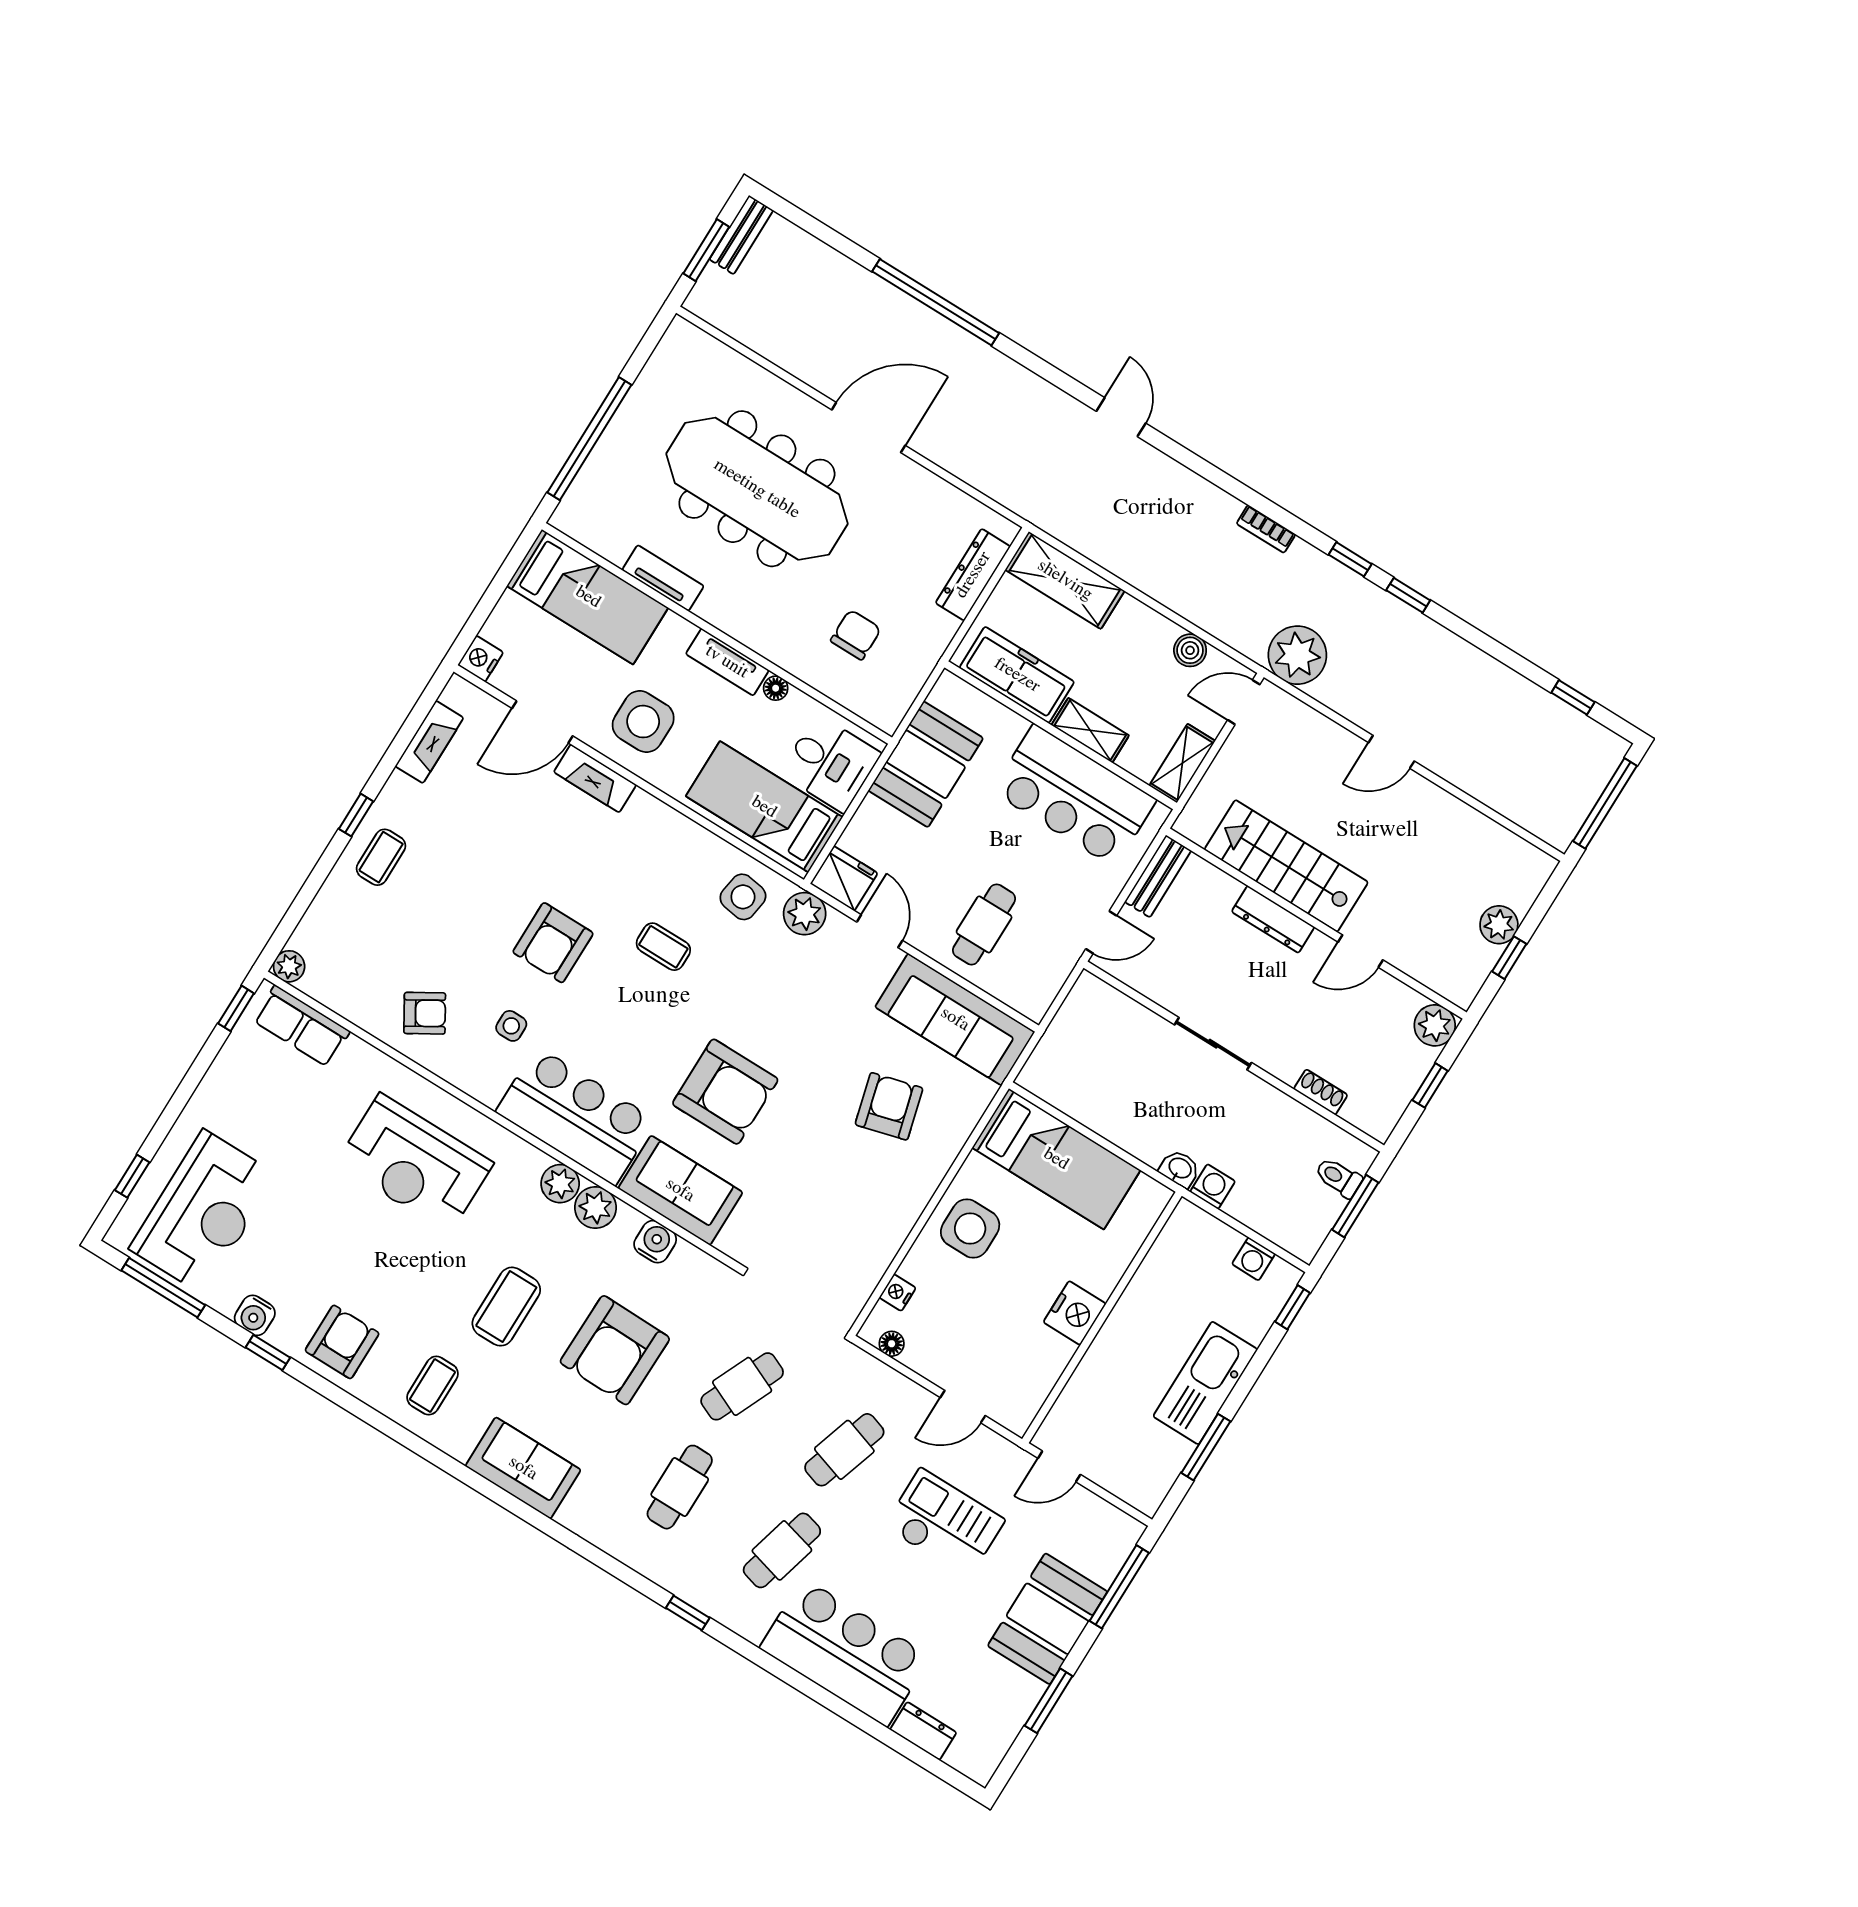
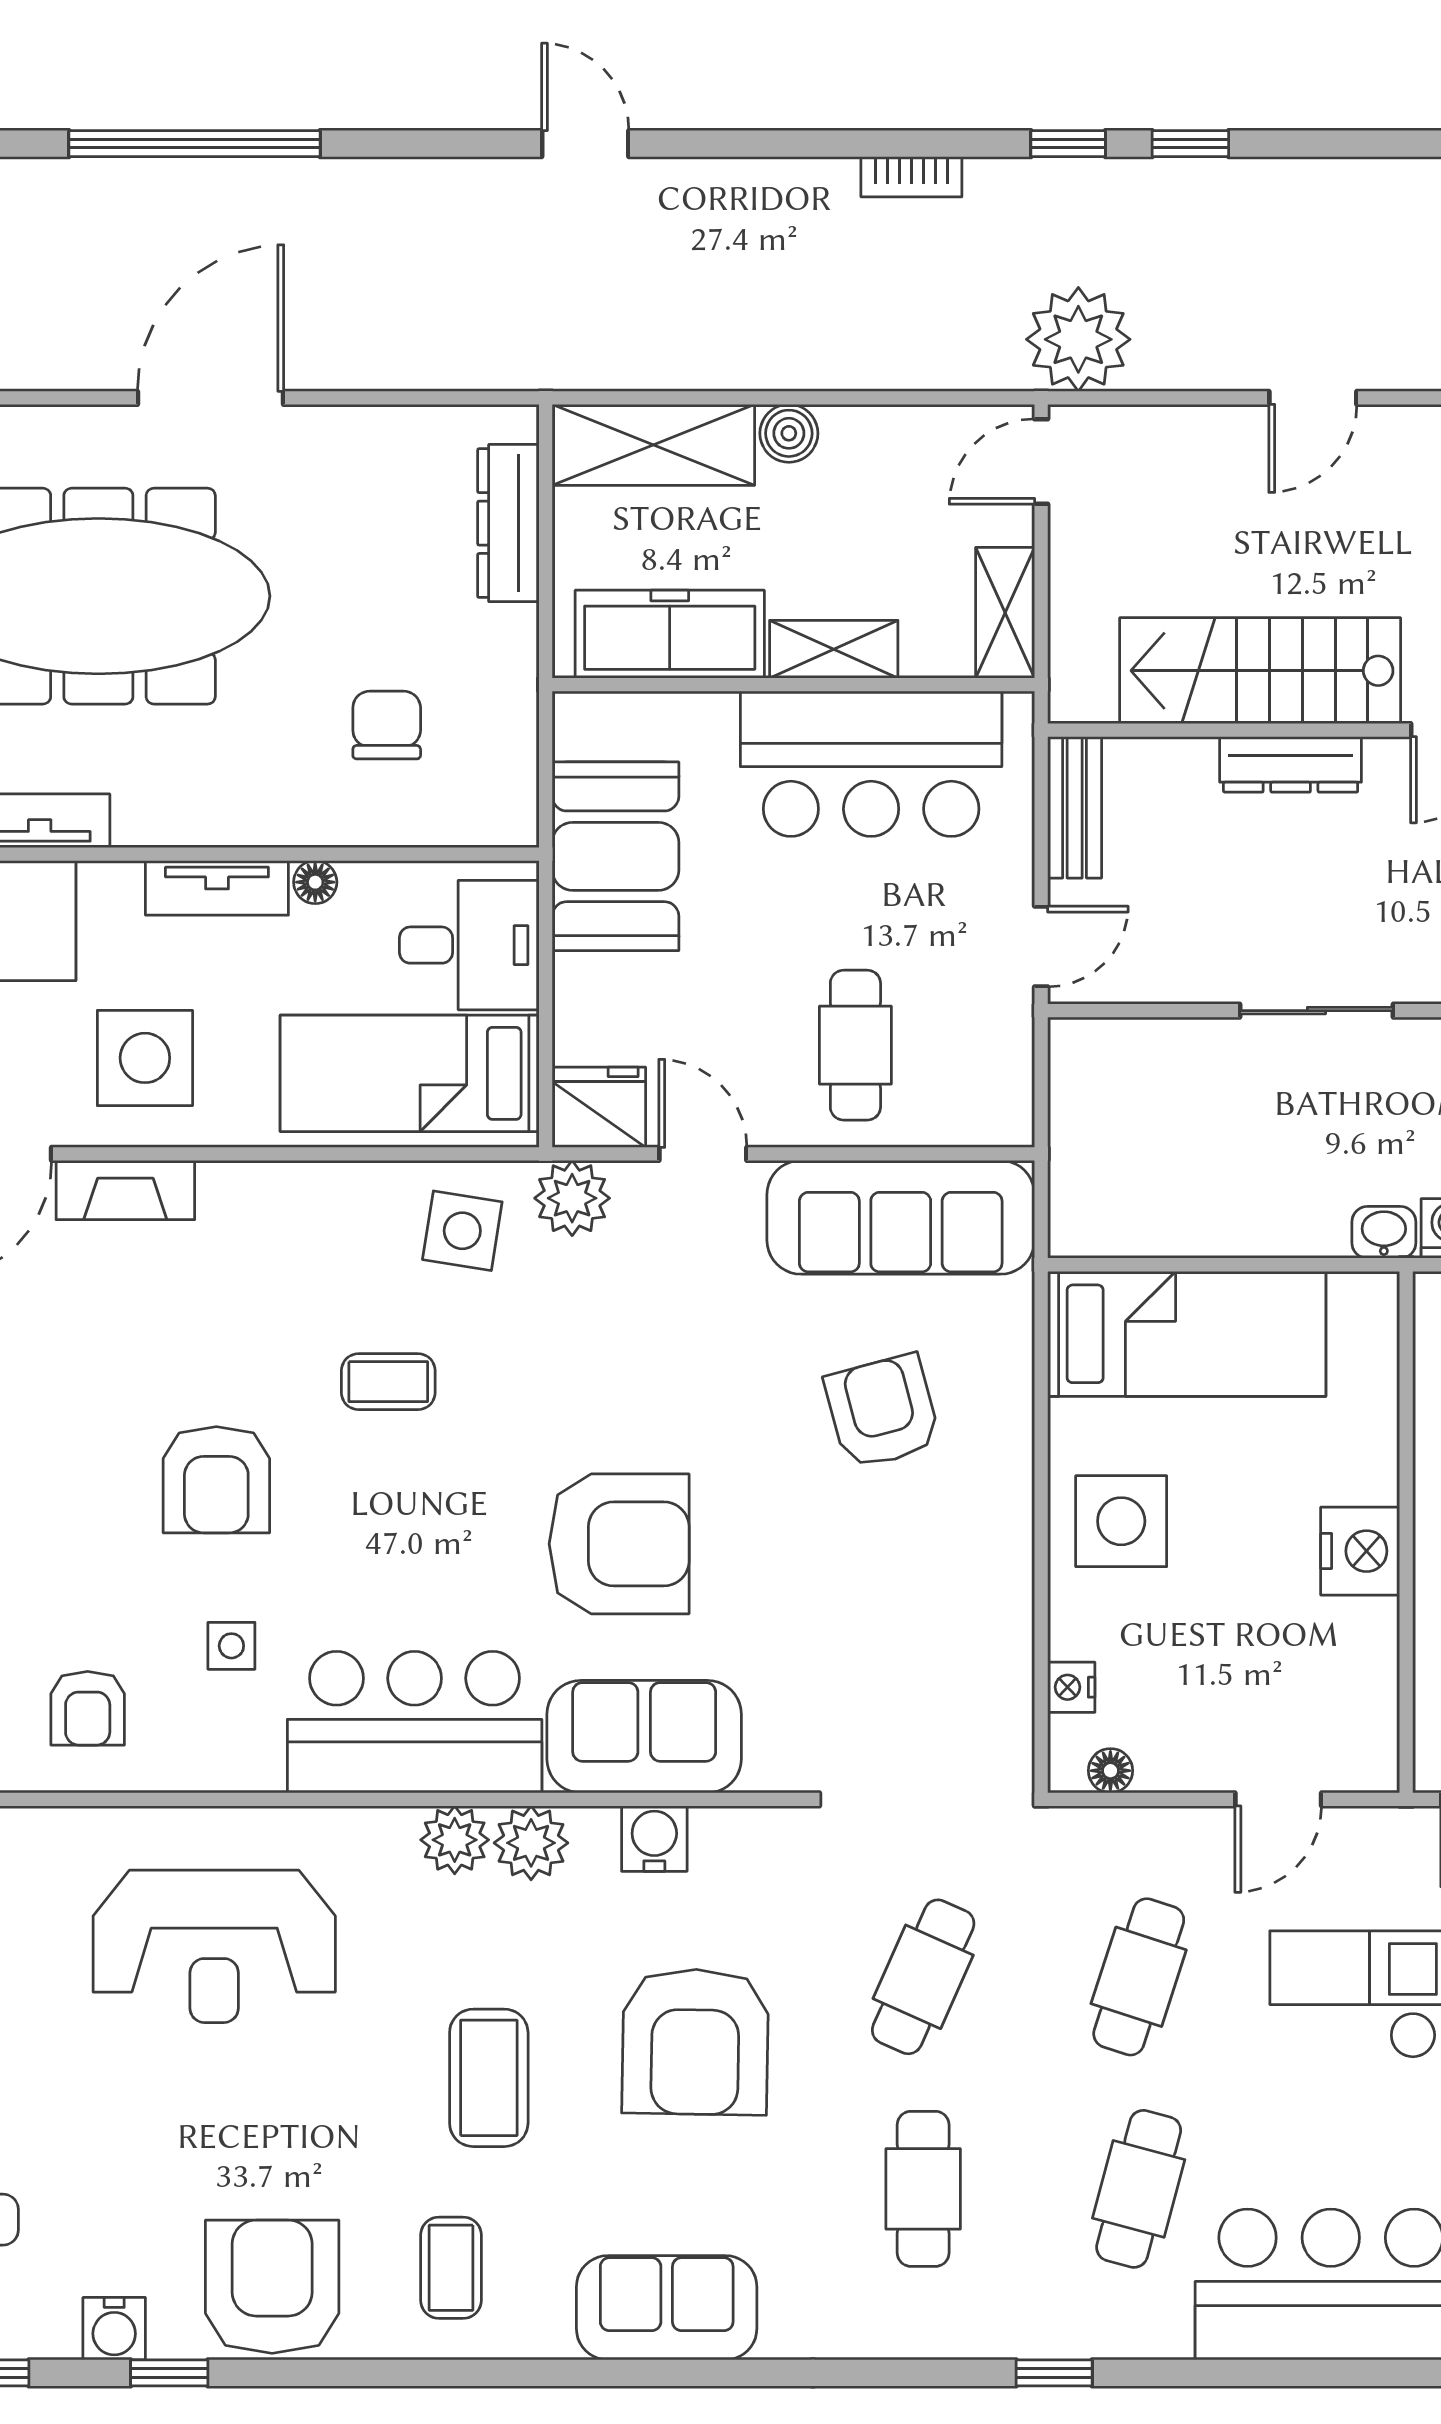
boiler: (1190, 650) -> (789, 433), moved
armchair: (425, 1013) -> (88, 1708), turned 121
armchair: (342, 1342) -> (272, 2287), width x1.36, depth x1.36

